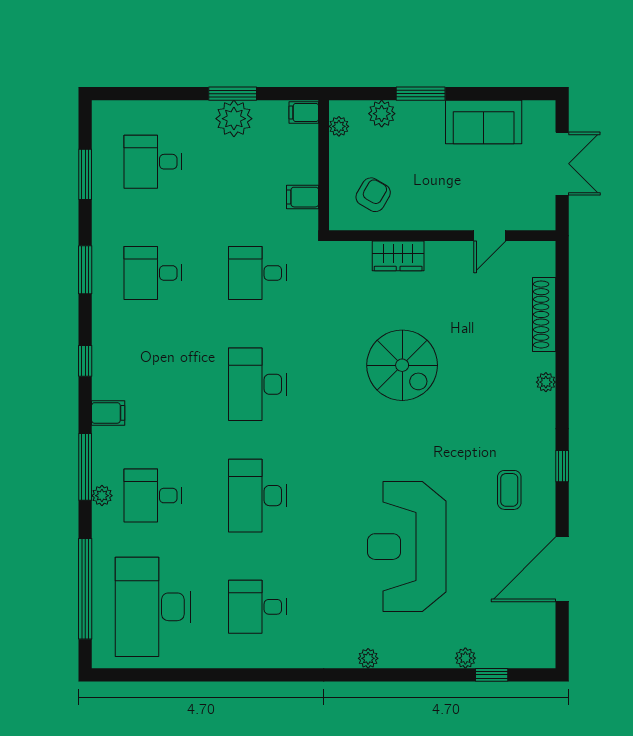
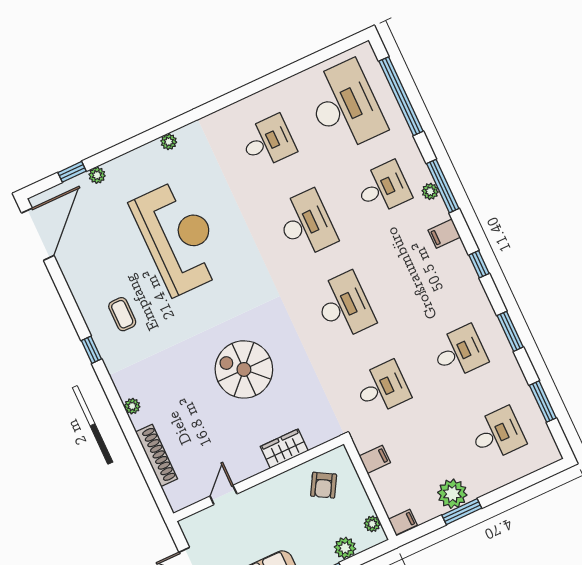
plant: (102, 496) -> (430, 191), moved
door: (562, 569) -> (38, 234), moved

